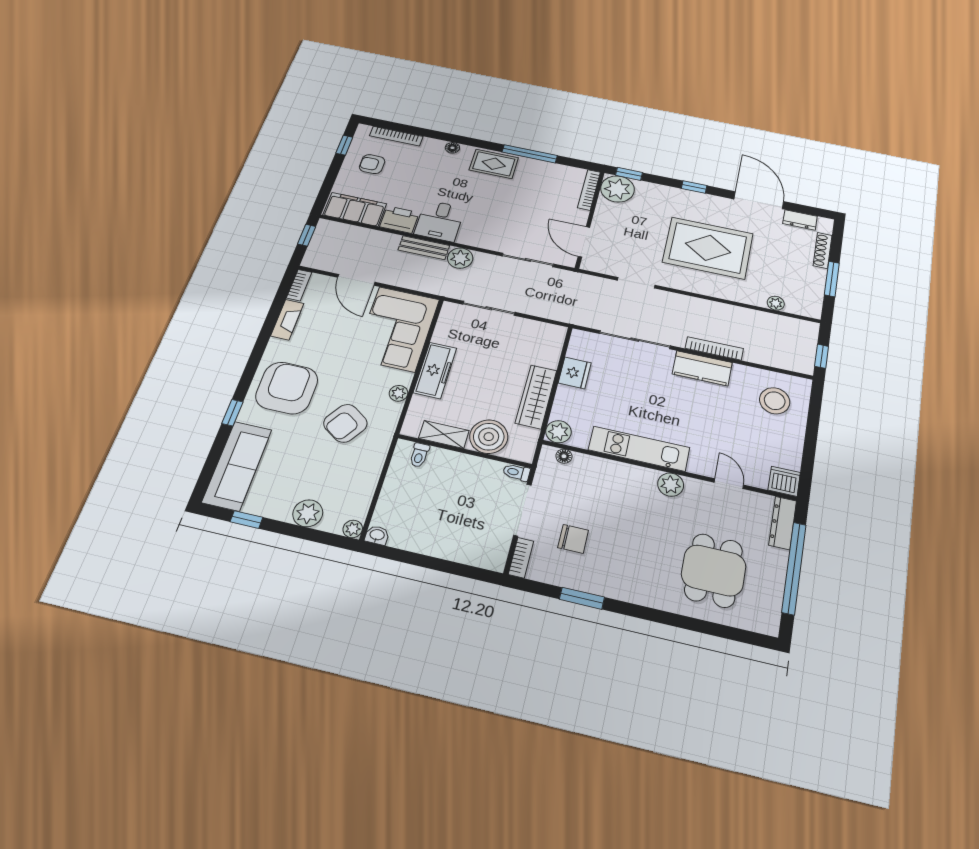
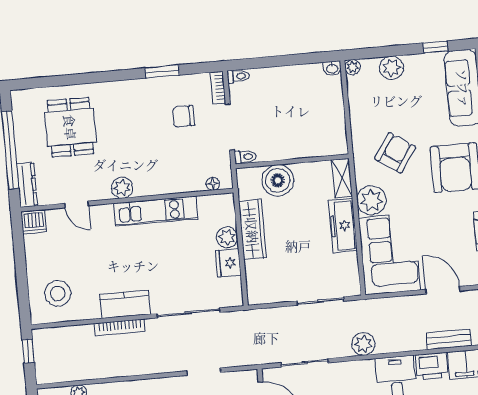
bench: (424, 248) -> (449, 339), moved
plant: (398, 393) -> (371, 200), width x1.87, depth x1.87
plant: (558, 432) -> (227, 237), moved
shelving: (444, 434) -> (342, 178), moved, turned 90
toilet: (419, 455) -> (238, 76), moved, turned 90

